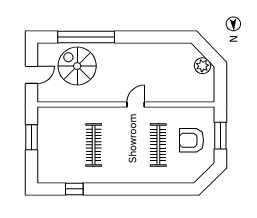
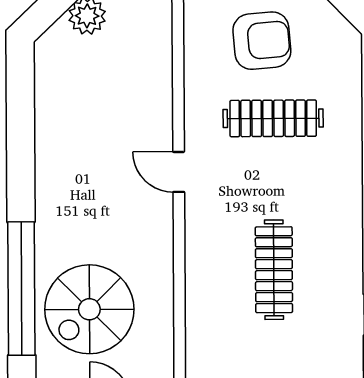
armchair: (192, 140) -> (262, 41), turned -95
clothes rail: (94, 145) -> (274, 270), turned 90

